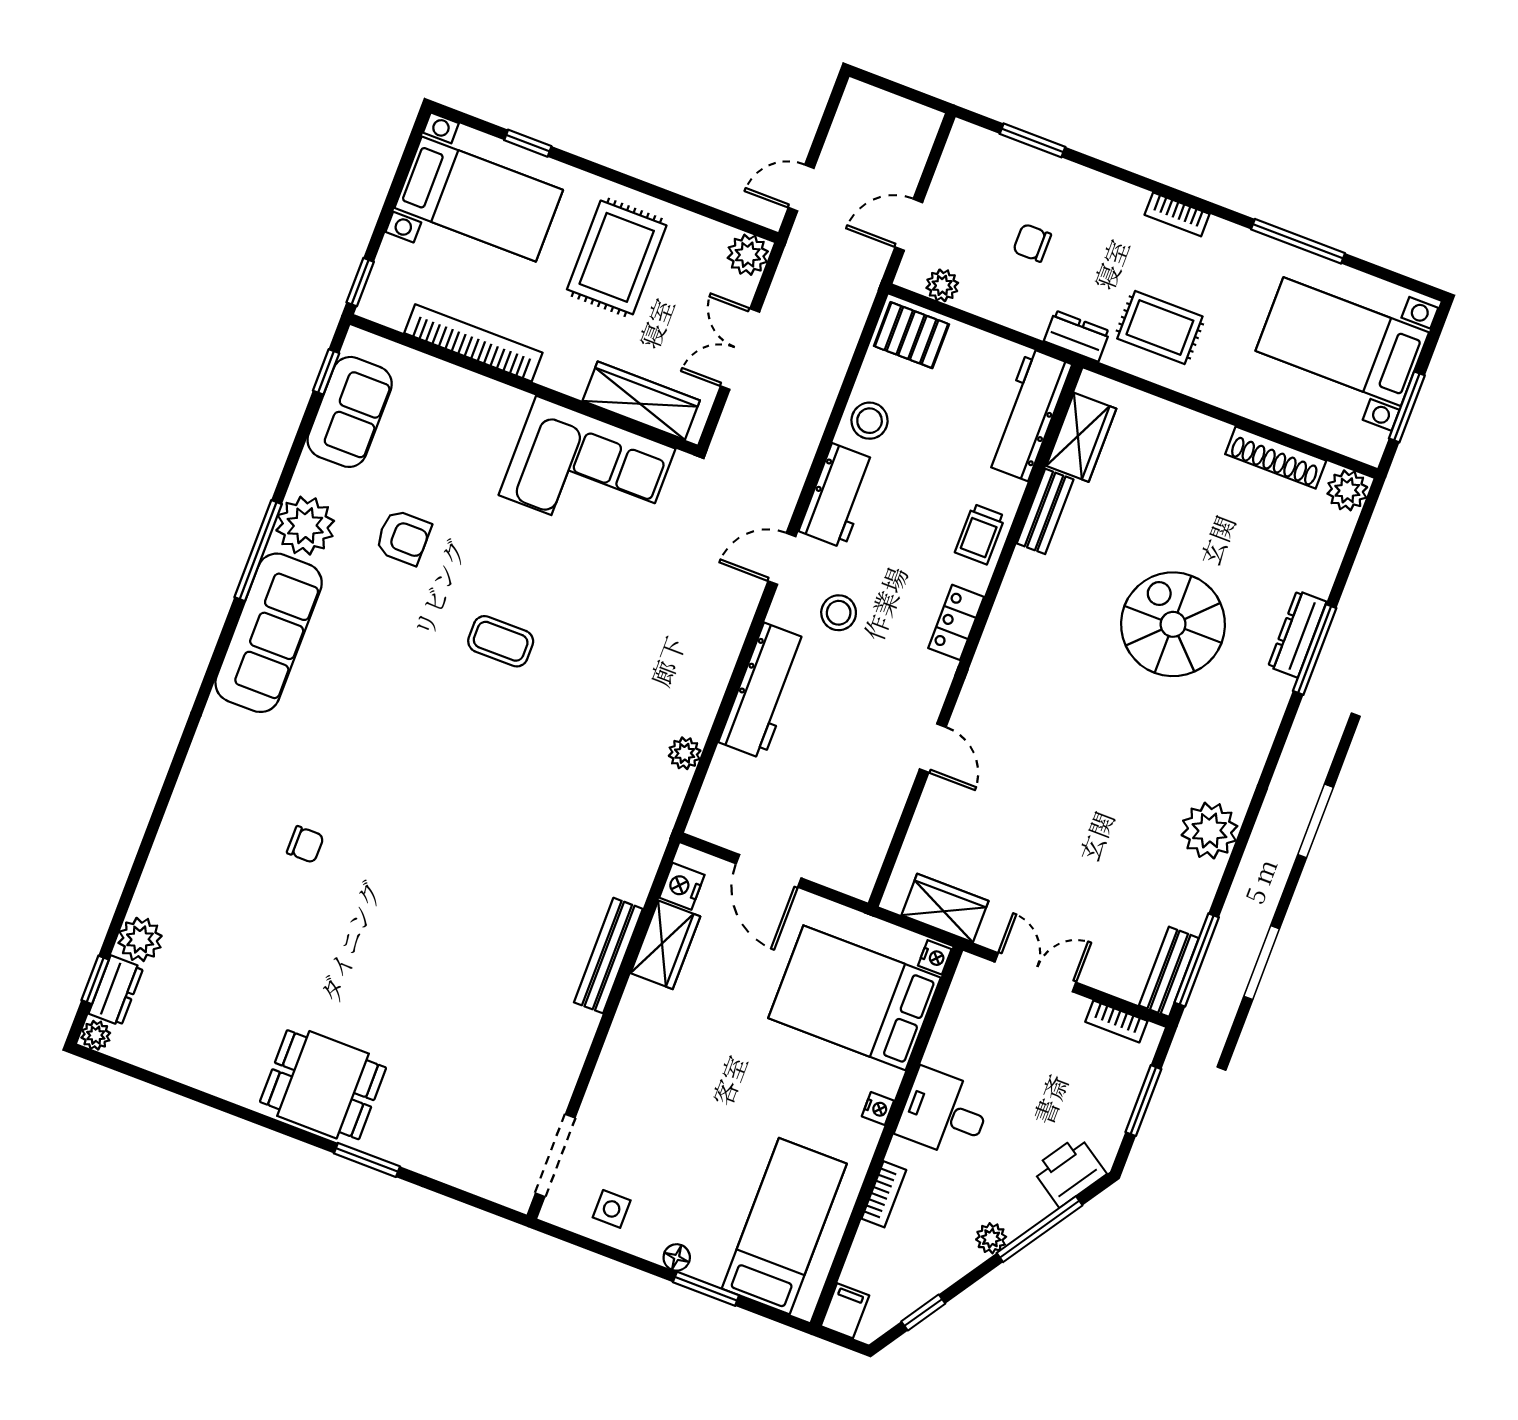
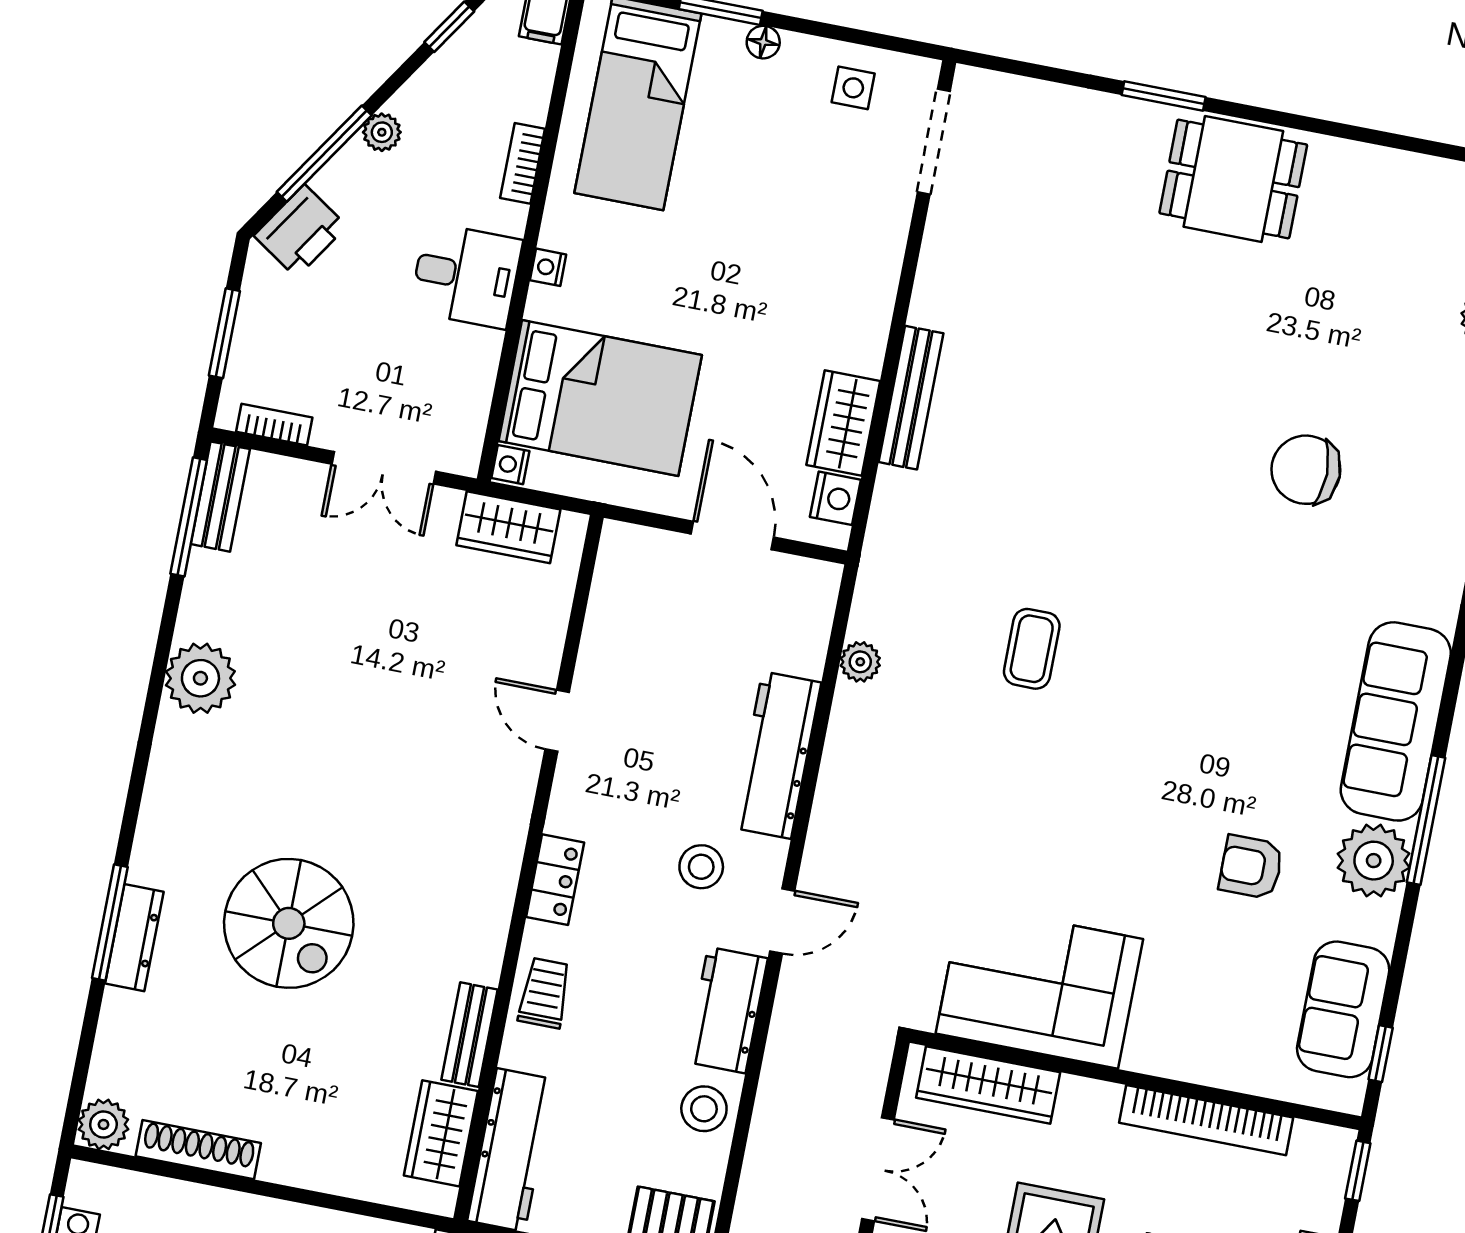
coffee table: (501, 641) -> (1032, 649), moved, turned 90
chair: (305, 844) -> (1306, 470), width x1.87, depth x1.87

